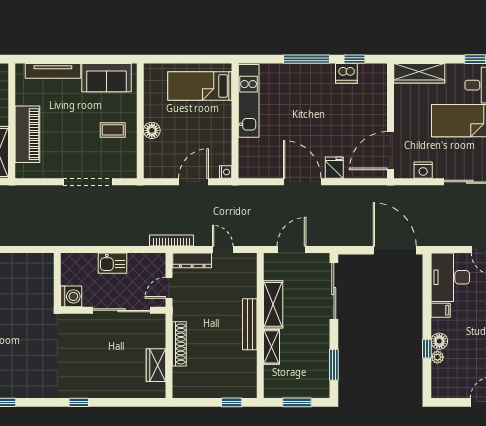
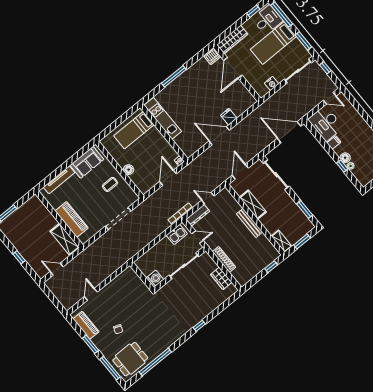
window: (355, 59) -> (196, 58), removed
dishwasher: (346, 73) -> (212, 56), moved
door: (390, 151) -> (233, 68), moved
kitchen sink: (112, 263) -> (177, 234), moved
door: (169, 288) -> (197, 237), swing flipped
shelving: (271, 347) -> (282, 241), moved

